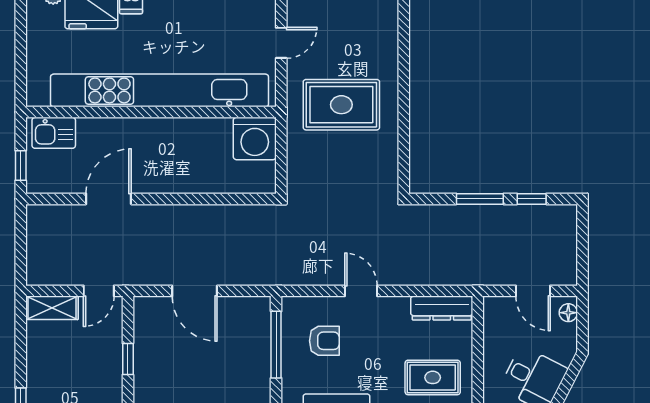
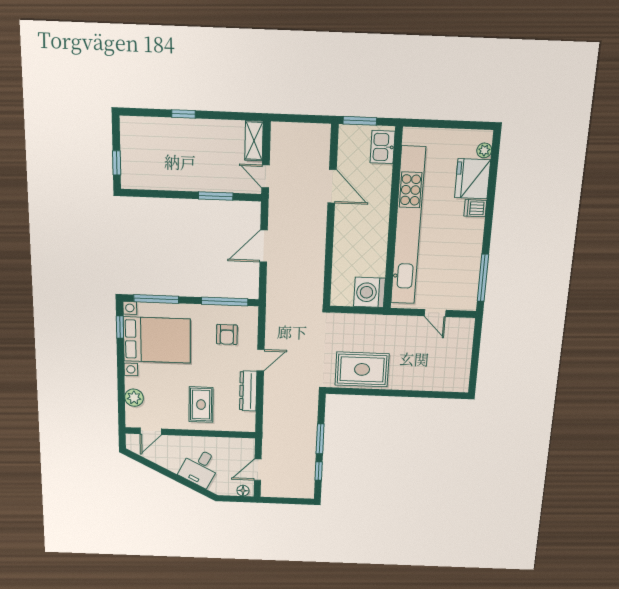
rug: (341, 105) -> (362, 369), moved, turned 90
window: (21, 166) -> (360, 121), width x1.50
dresser: (442, 308) -> (248, 391), moved
window: (128, 359) -> (216, 196), width x1.50

